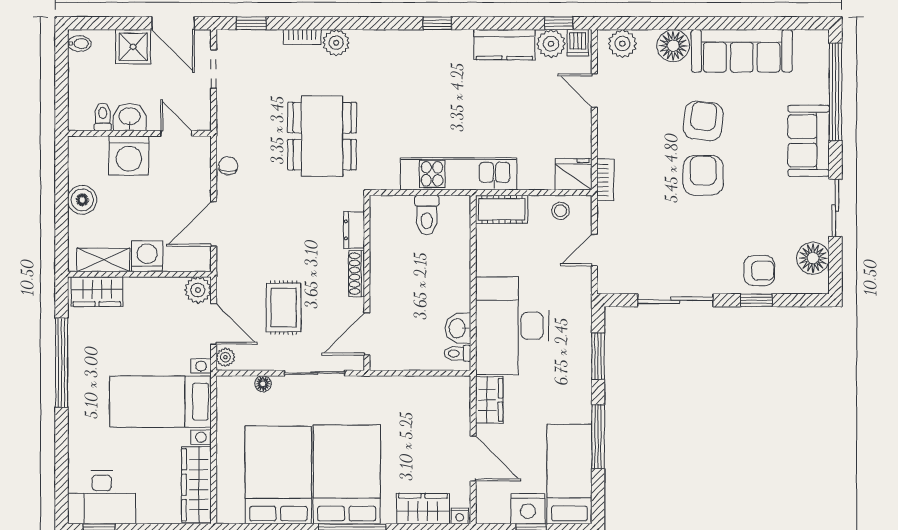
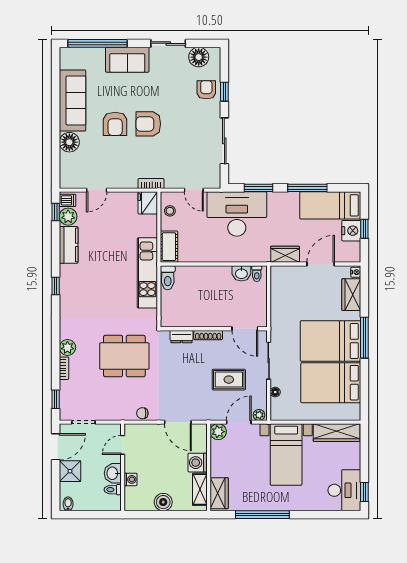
plant: (622, 44) -> (68, 173), removed
armchair: (703, 121) -> (115, 124), turned -96
washing machine: (129, 156) -> (131, 479), width x0.53, depth x0.53
toilet: (427, 215) -> (168, 278), moved, turned 90
desk: (512, 326) -> (237, 214), moved, turned 180

